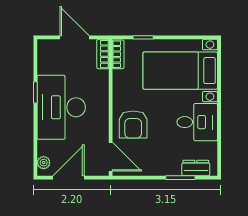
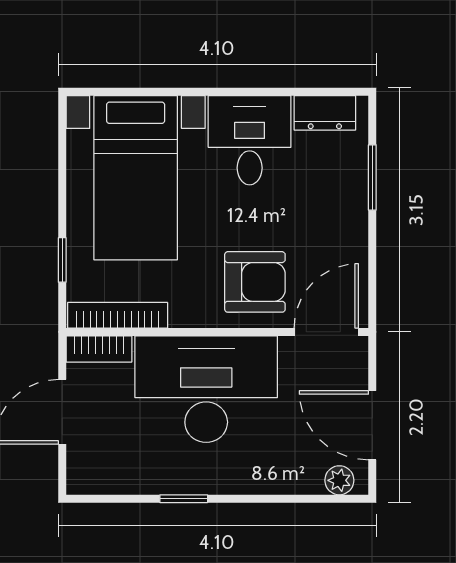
bookcase: (118, 54) -> (118, 315), width x1.56
desk: (61, 107) -> (206, 389), moved, turned 180
dresser: (196, 168) -> (325, 113), moved, turned -90

